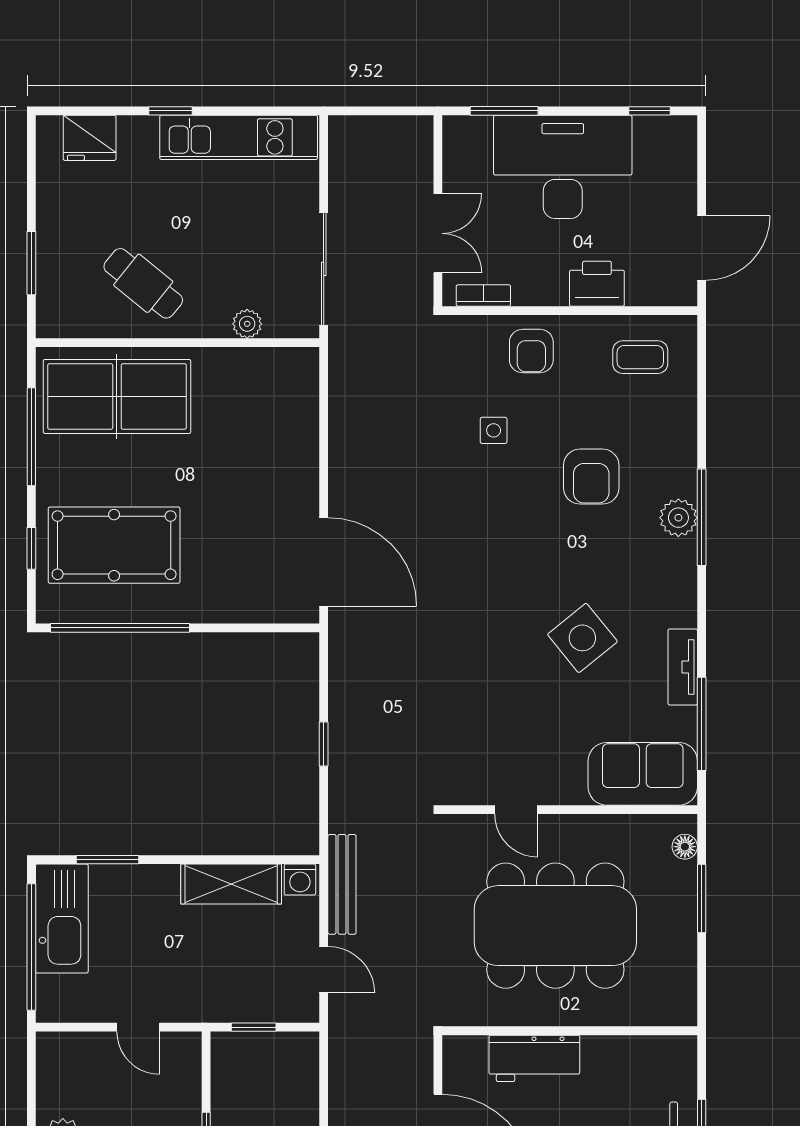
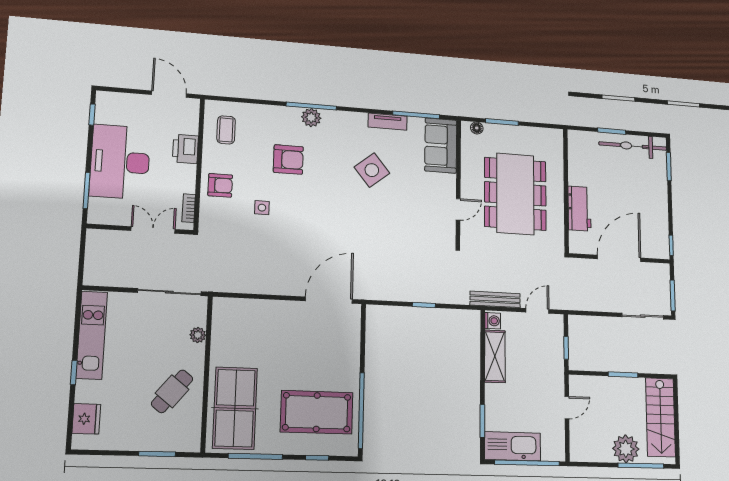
pool table: (114, 545) -> (317, 412), turned 90

